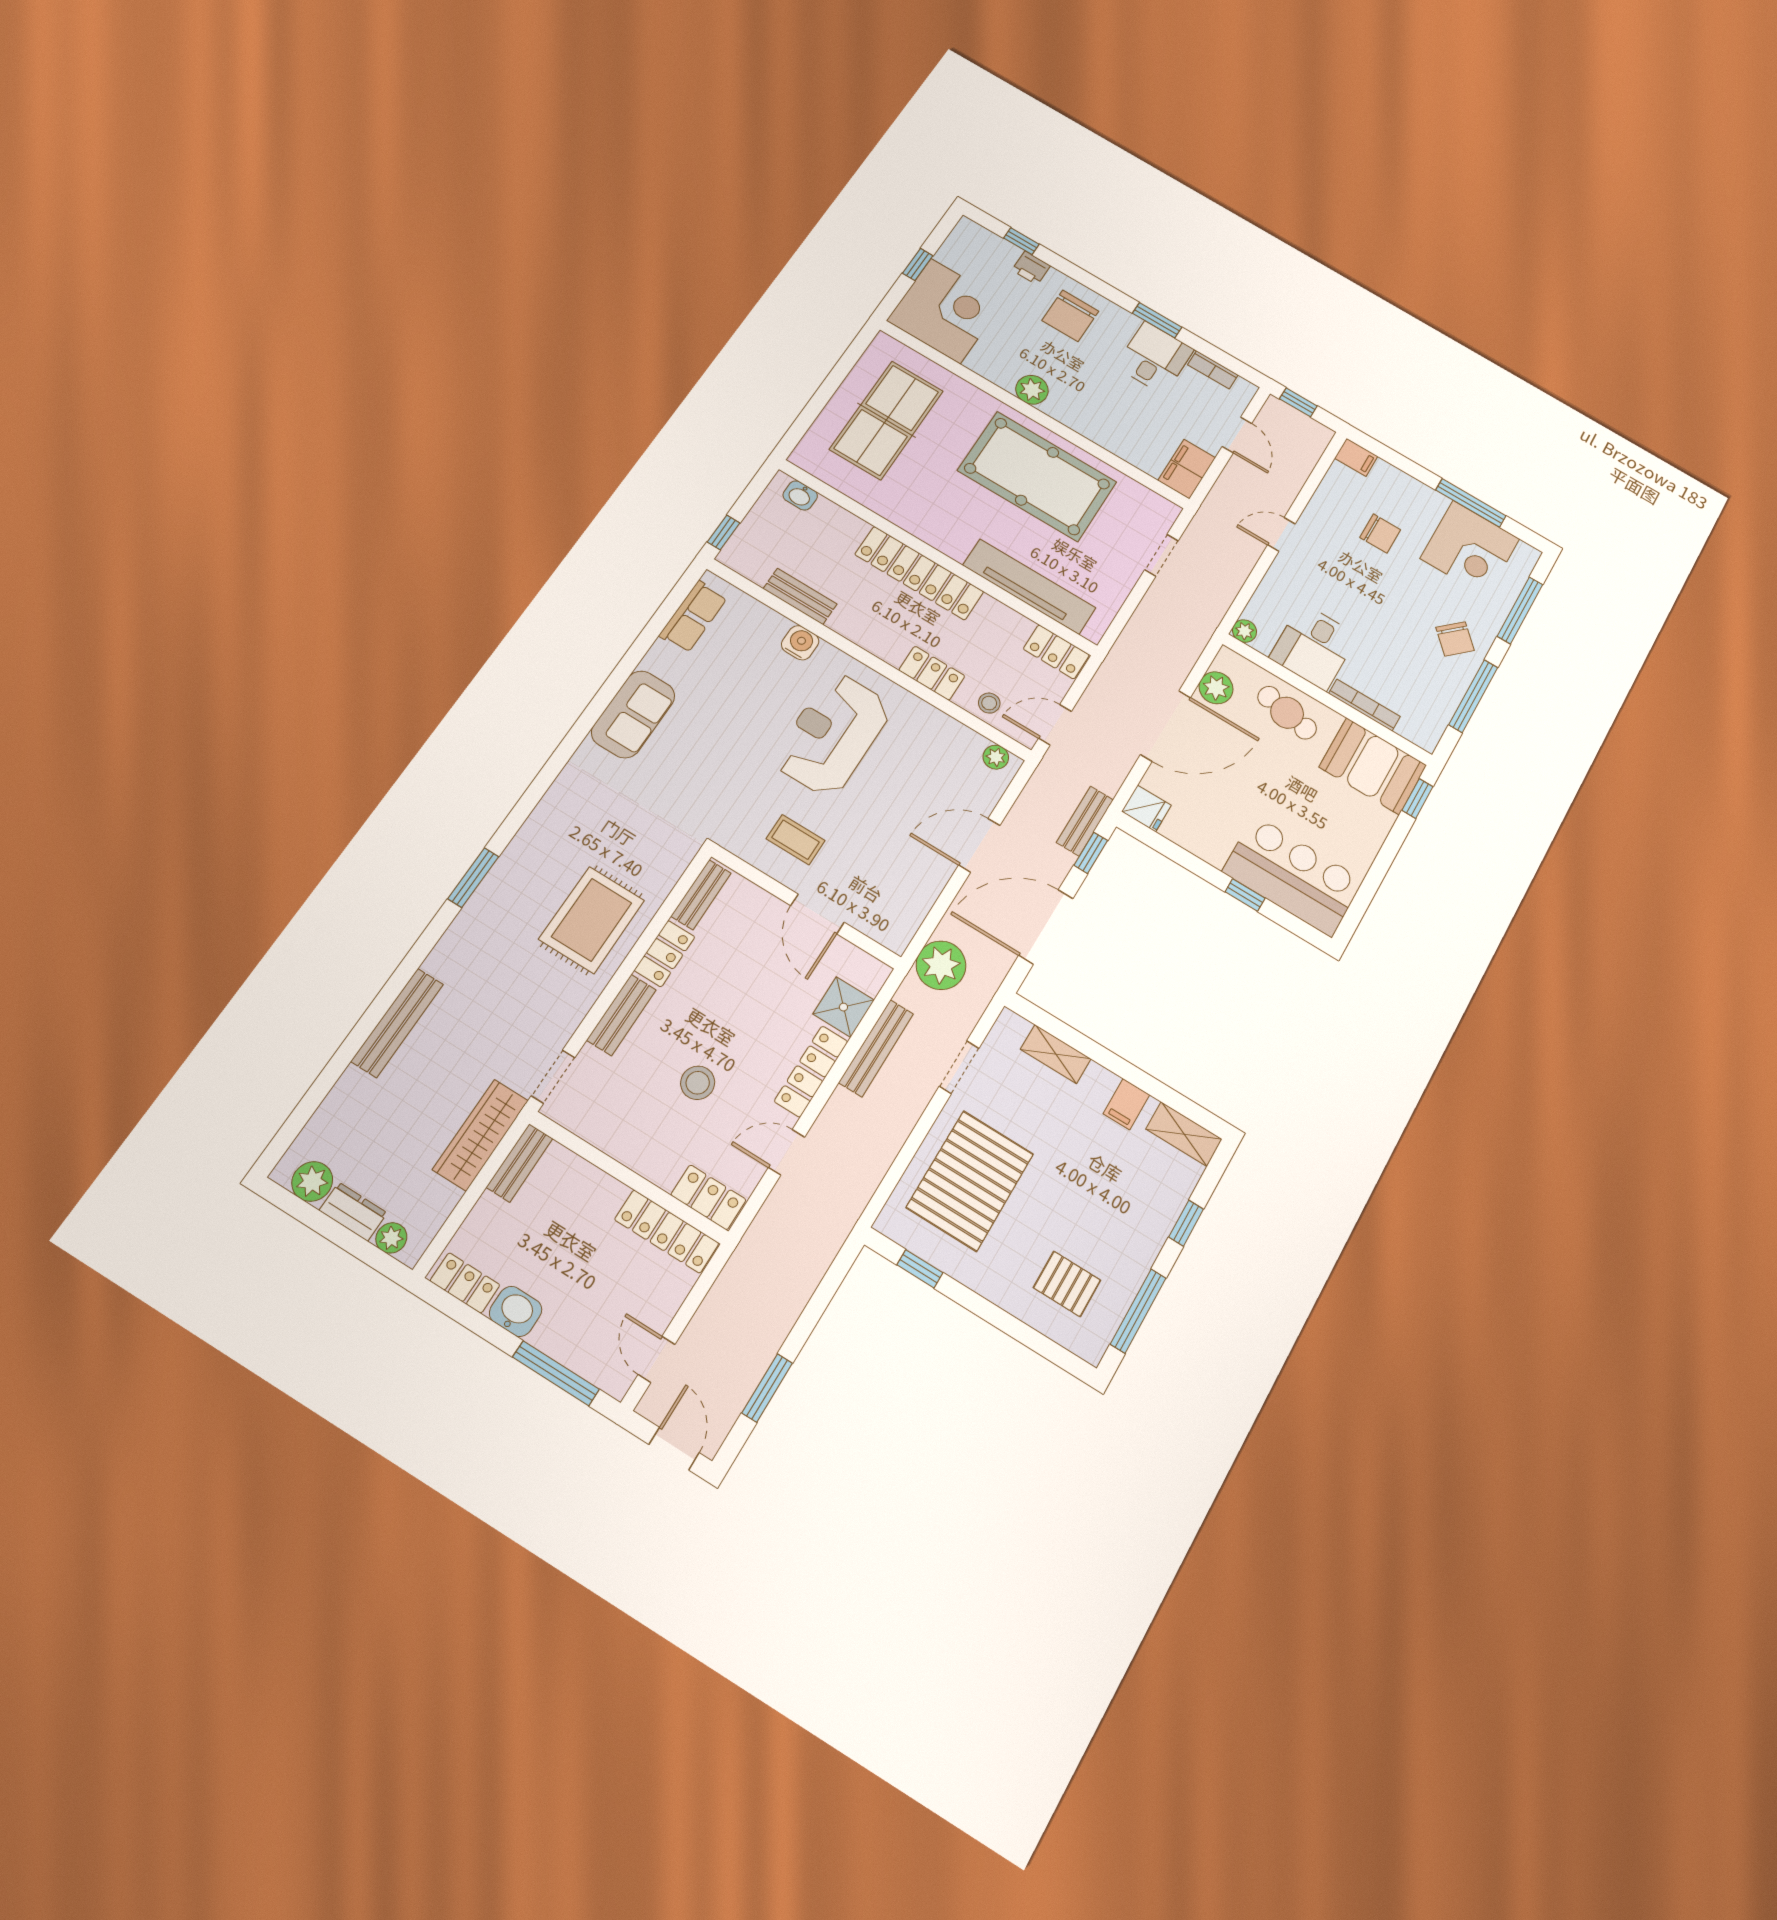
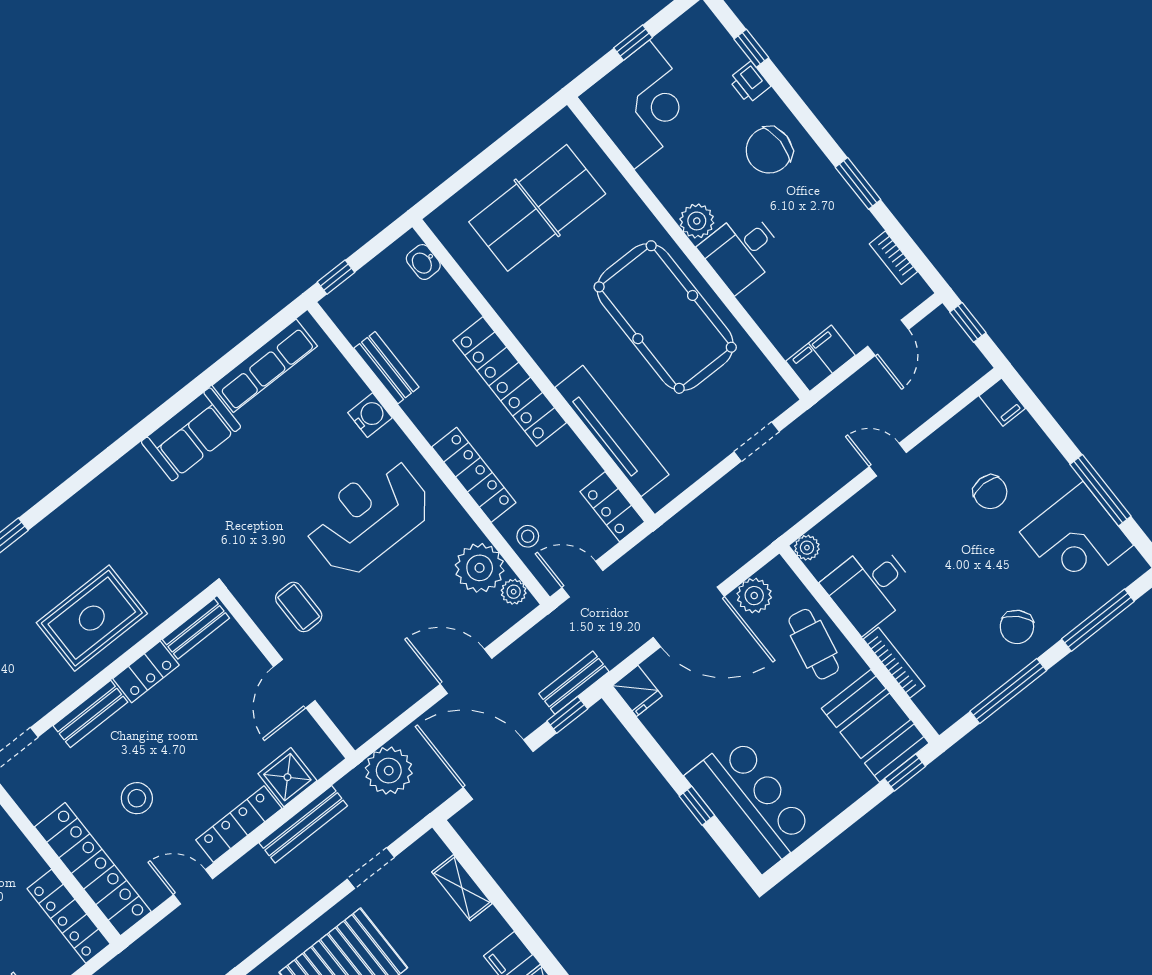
desk: (1155, 358) -> (742, 251), moved, turned 180
row of seats: (693, 617) -> (265, 366), width x1.48
locker: (932, 673) -> (474, 475), width x1.53
plant: (955, 746) -> (480, 568), added
locker: (708, 1197) -> (93, 869), width x2.16, depth x1.21

